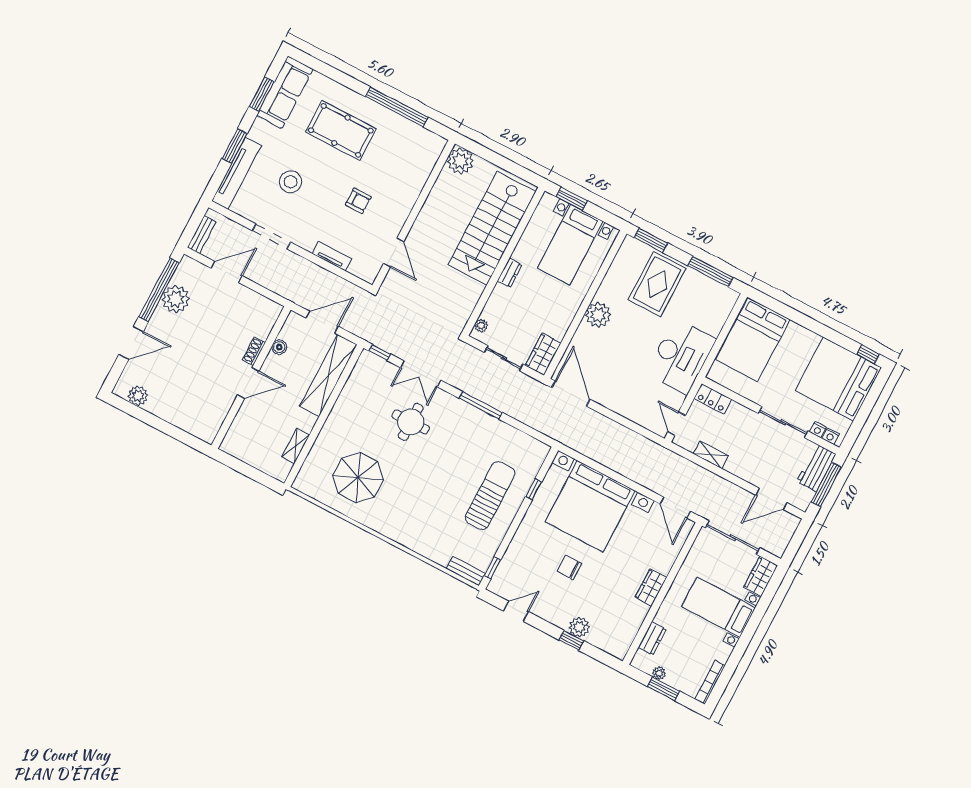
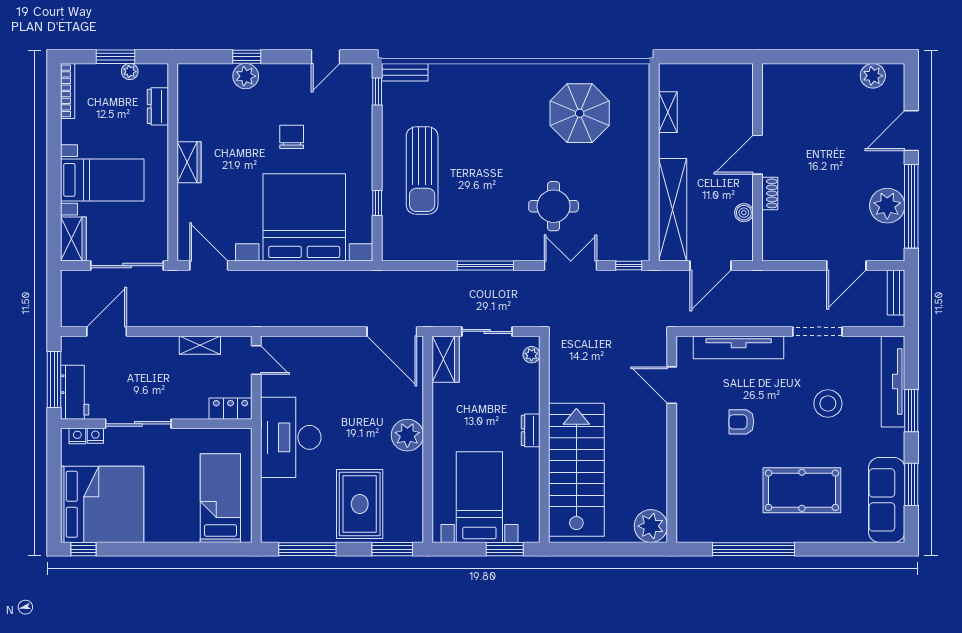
tv unit: (332, 256) -> (739, 347), width x1.92, depth x1.29
bed: (753, 340) -> (220, 498), width x0.67
chair: (569, 567) -> (292, 137), turned -90

